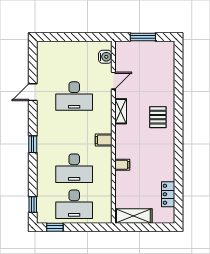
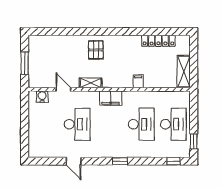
pallet: (158, 117) -> (96, 50), turned 90
filing cabinet: (104, 140) -> (111, 98), width x2.00
locker: (168, 194) -> (158, 41), width x1.53

